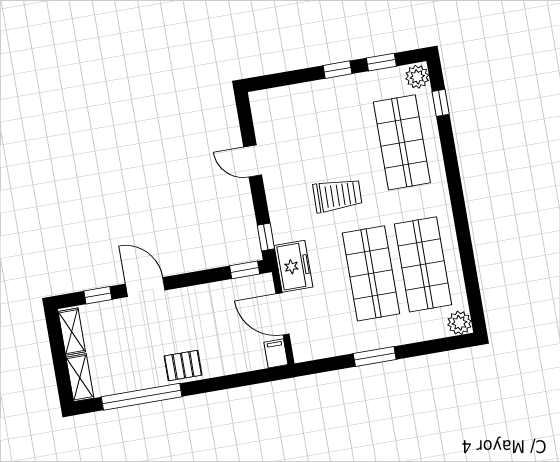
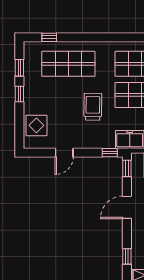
plant: (417, 77) -> (32, 48), removed
display table: (290, 107) -> (36, 125), added
door: (145, 287) -> (127, 207), moved

